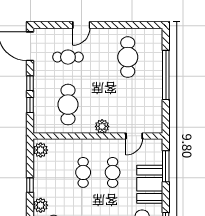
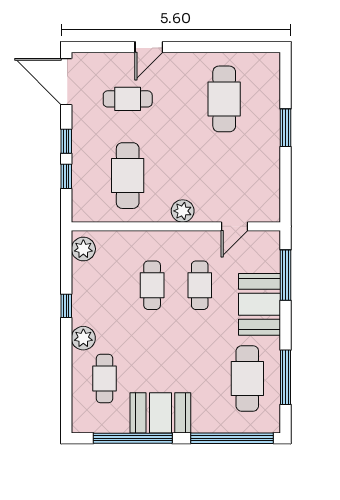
window: (166, 75) -> (285, 128), width x0.47

